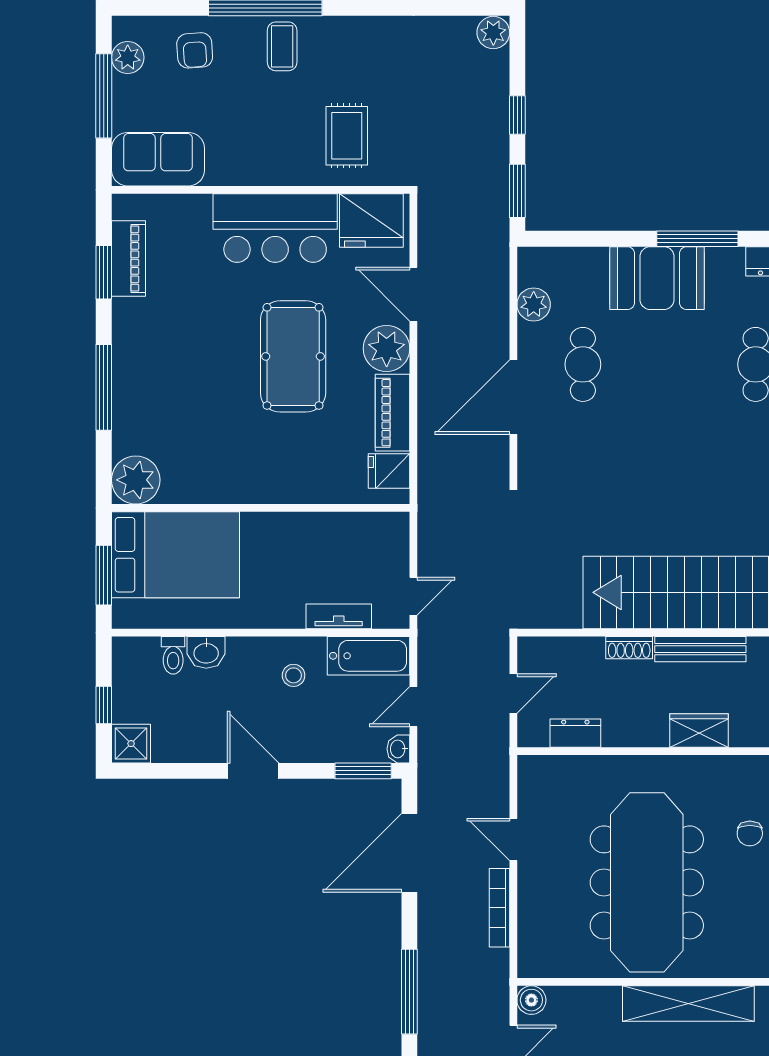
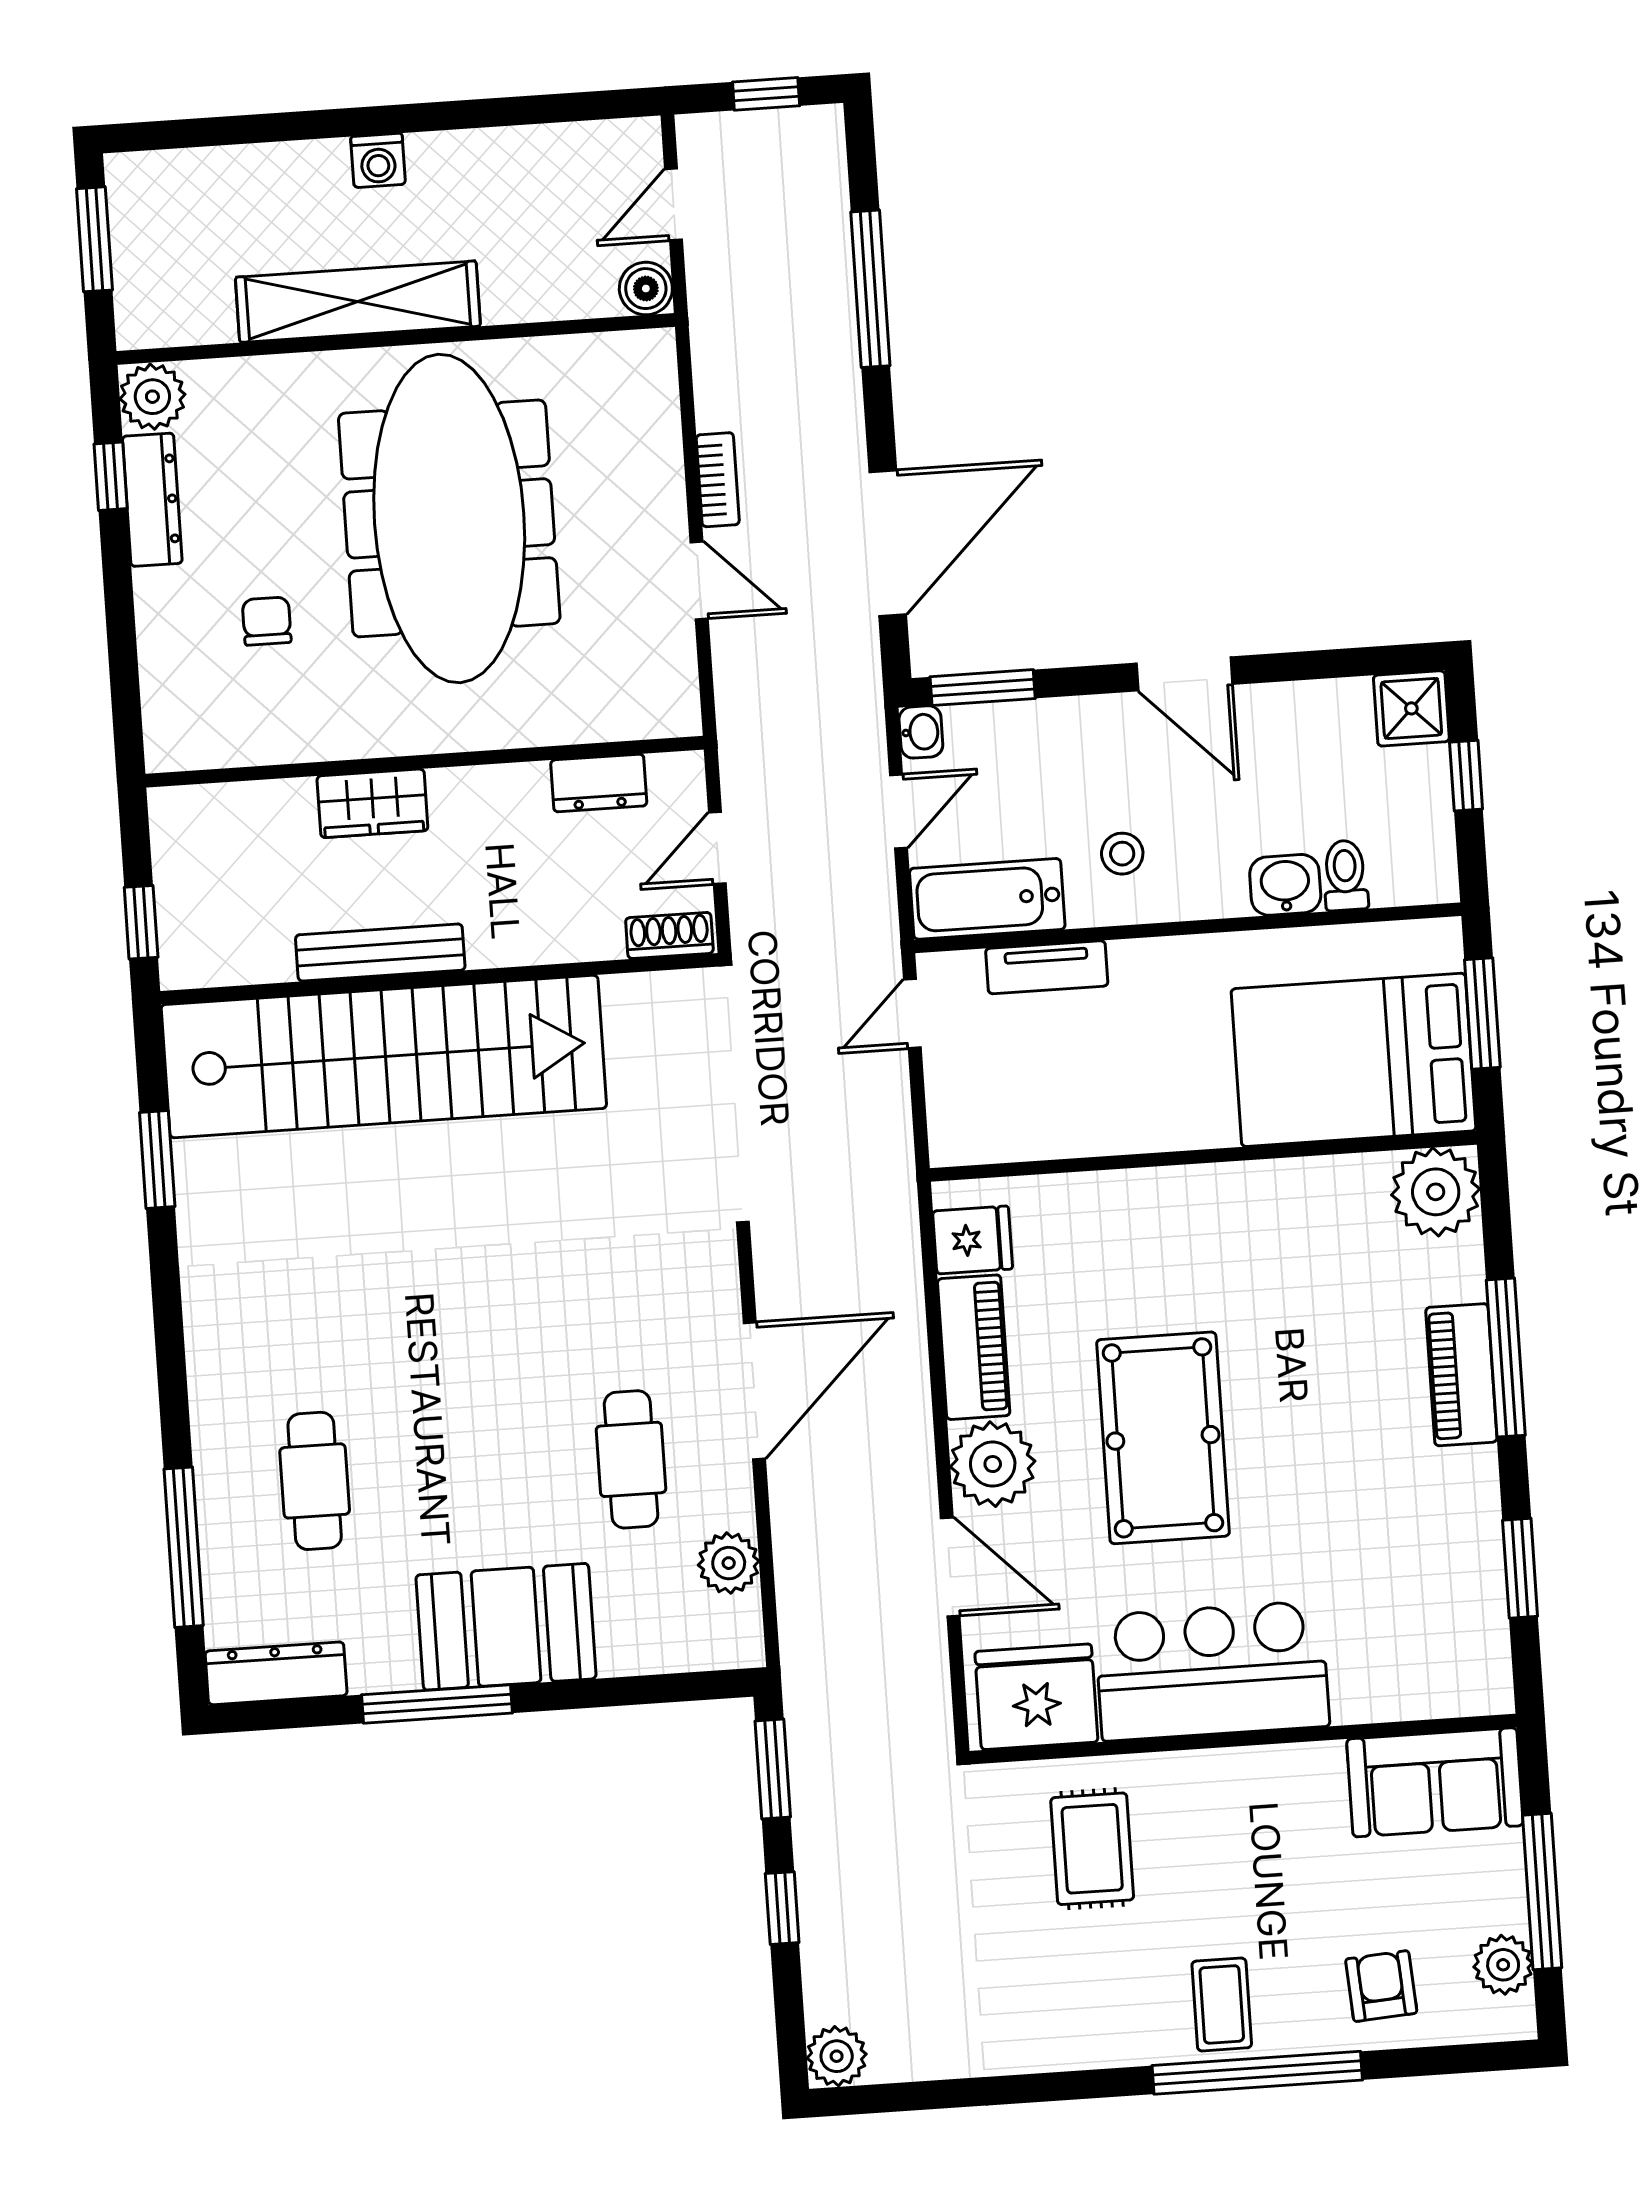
piano: (129, 258) -> (1461, 1375), moved
shoe rack: (629, 648) -> (669, 936), moved
bookcase: (499, 908) -> (718, 480), width x0.64

